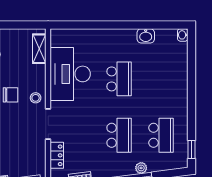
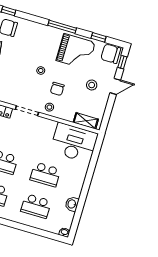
desk: (70, 74) -> (74, 143), moved
school desk: (161, 79) -> (36, 206), added

